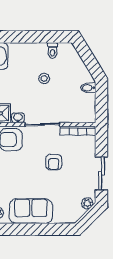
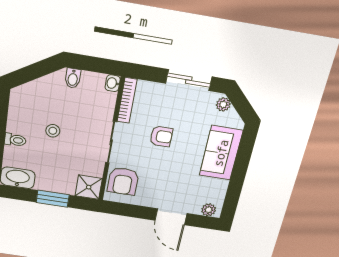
toilet: (52, 51) -> (15, 140), moved
washbasin: (18, 118) -> (113, 83), moved
sofa: (31, 211) -> (221, 153), moved

